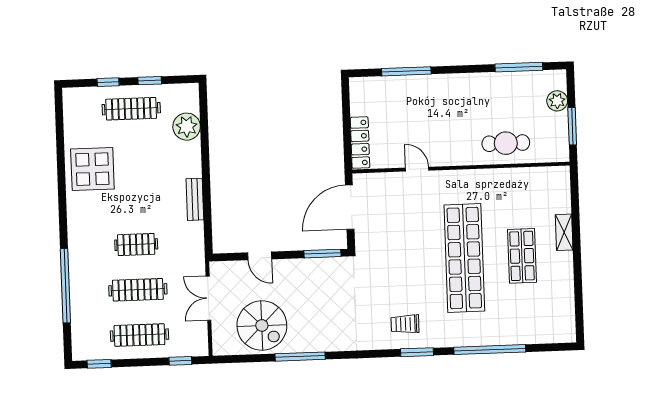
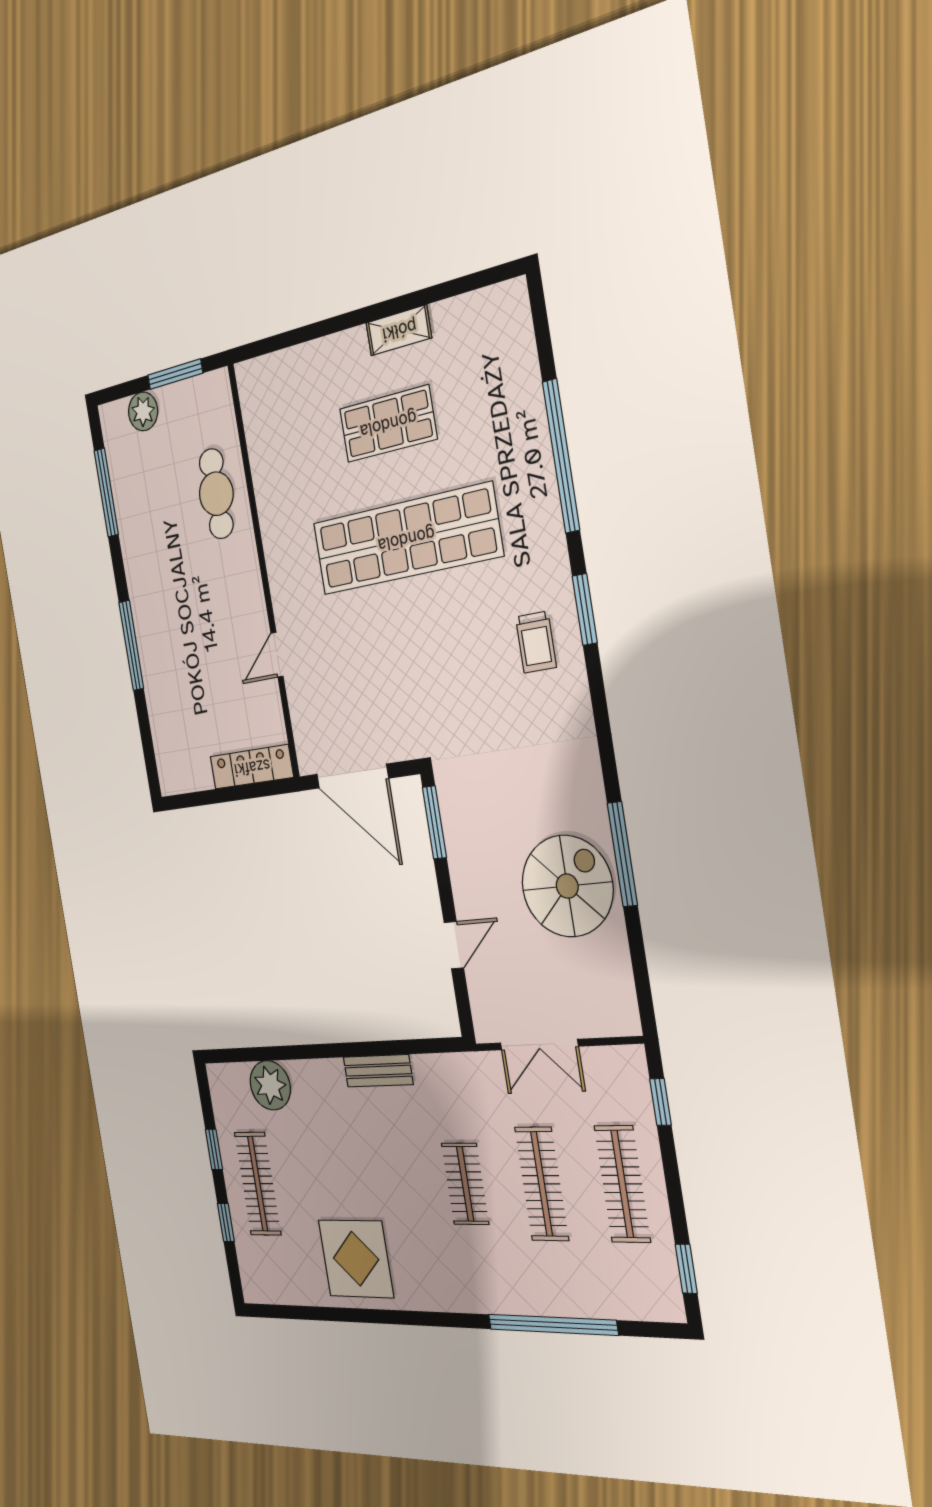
window: (406, 71) -> (131, 645), moved
shelving: (564, 232) -> (399, 330), moved
spiral stairs: (262, 325) -> (567, 886), moved

